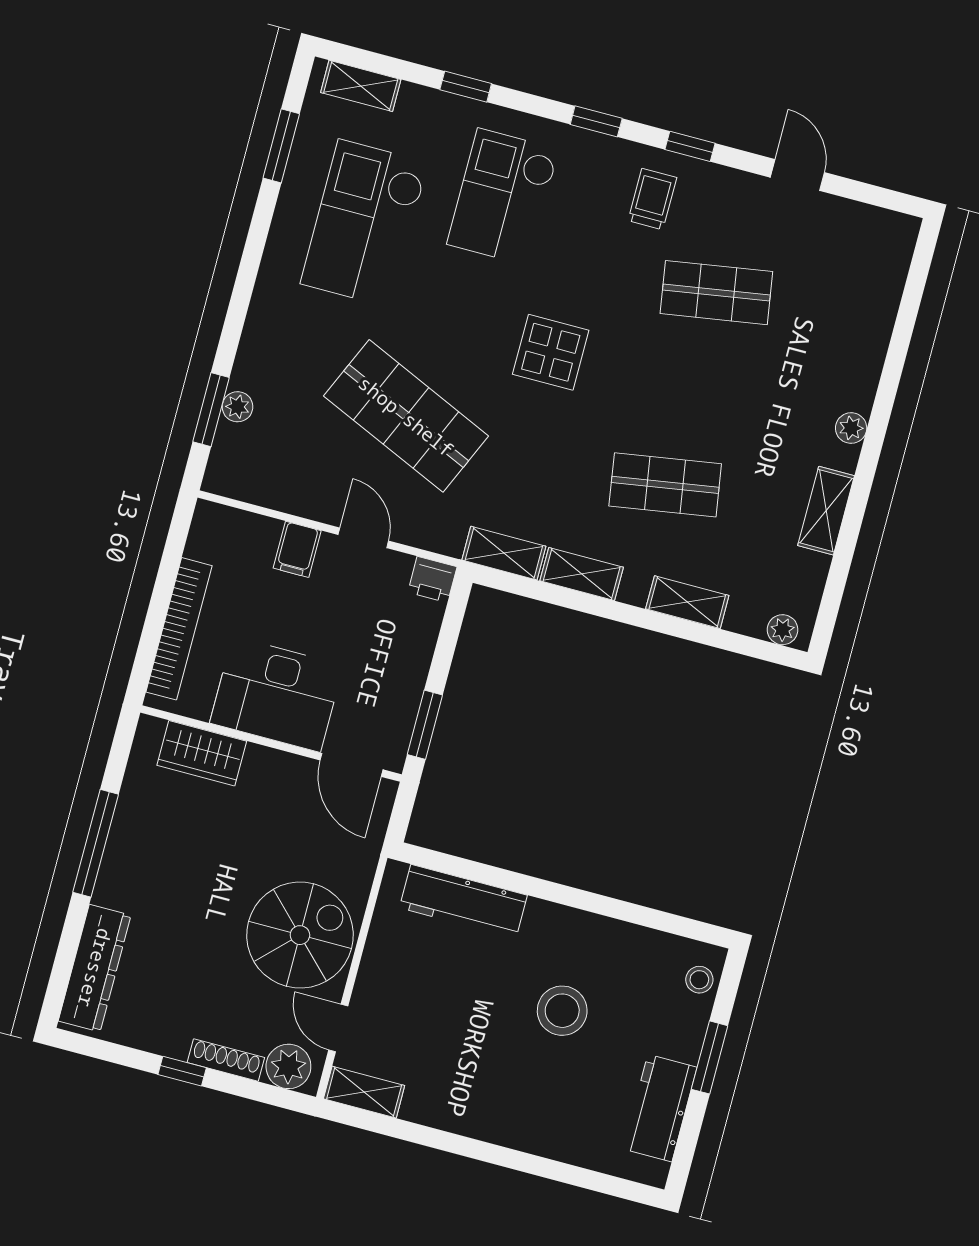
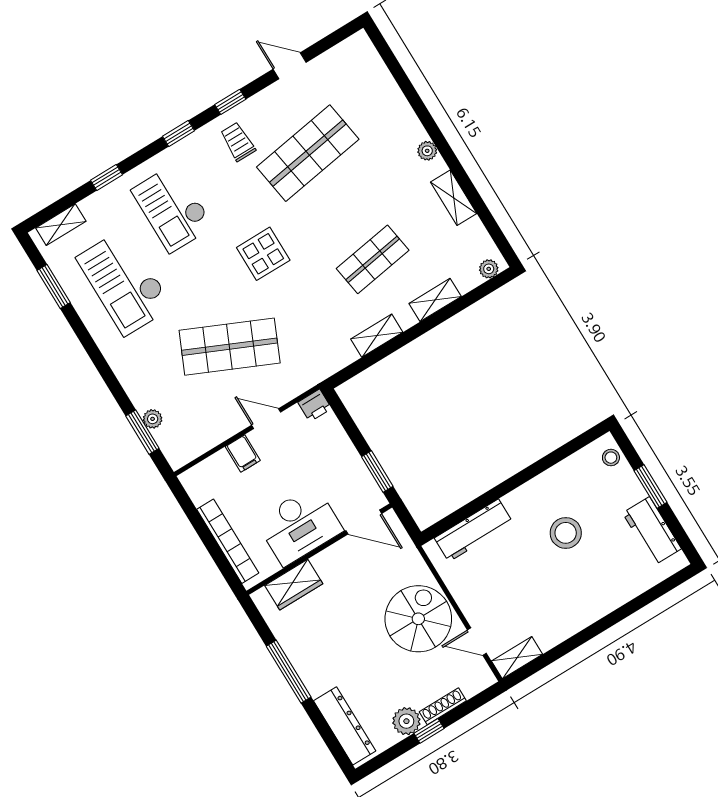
shop shelf: (716, 293) -> (308, 153), width x1.43, depth x1.36
shelving: (504, 553) -> (334, 362), removed
plant: (288, 1066) -> (406, 721), moved

